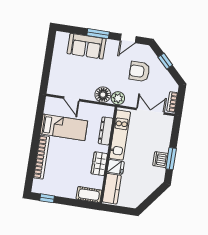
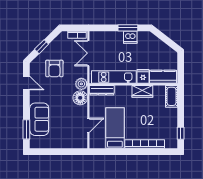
window: (98, 34) -> (26, 129), moved
dresser: (106, 131) -> (102, 90), moved

